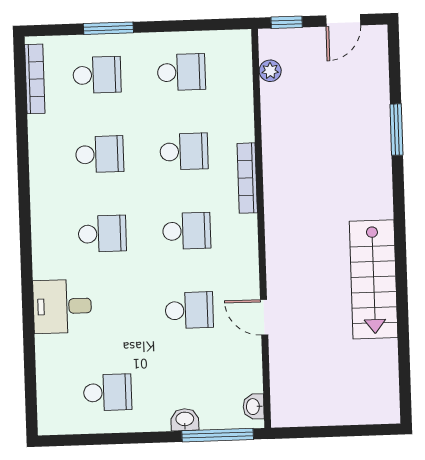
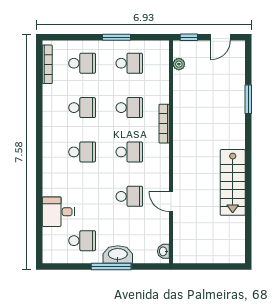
window: (108, 28) -> (116, 37), moved
desk: (62, 306) -> (58, 212), moved
washbasin: (185, 420) -> (118, 255), width x1.91, depth x1.45
window: (218, 435) -> (111, 267), moved

